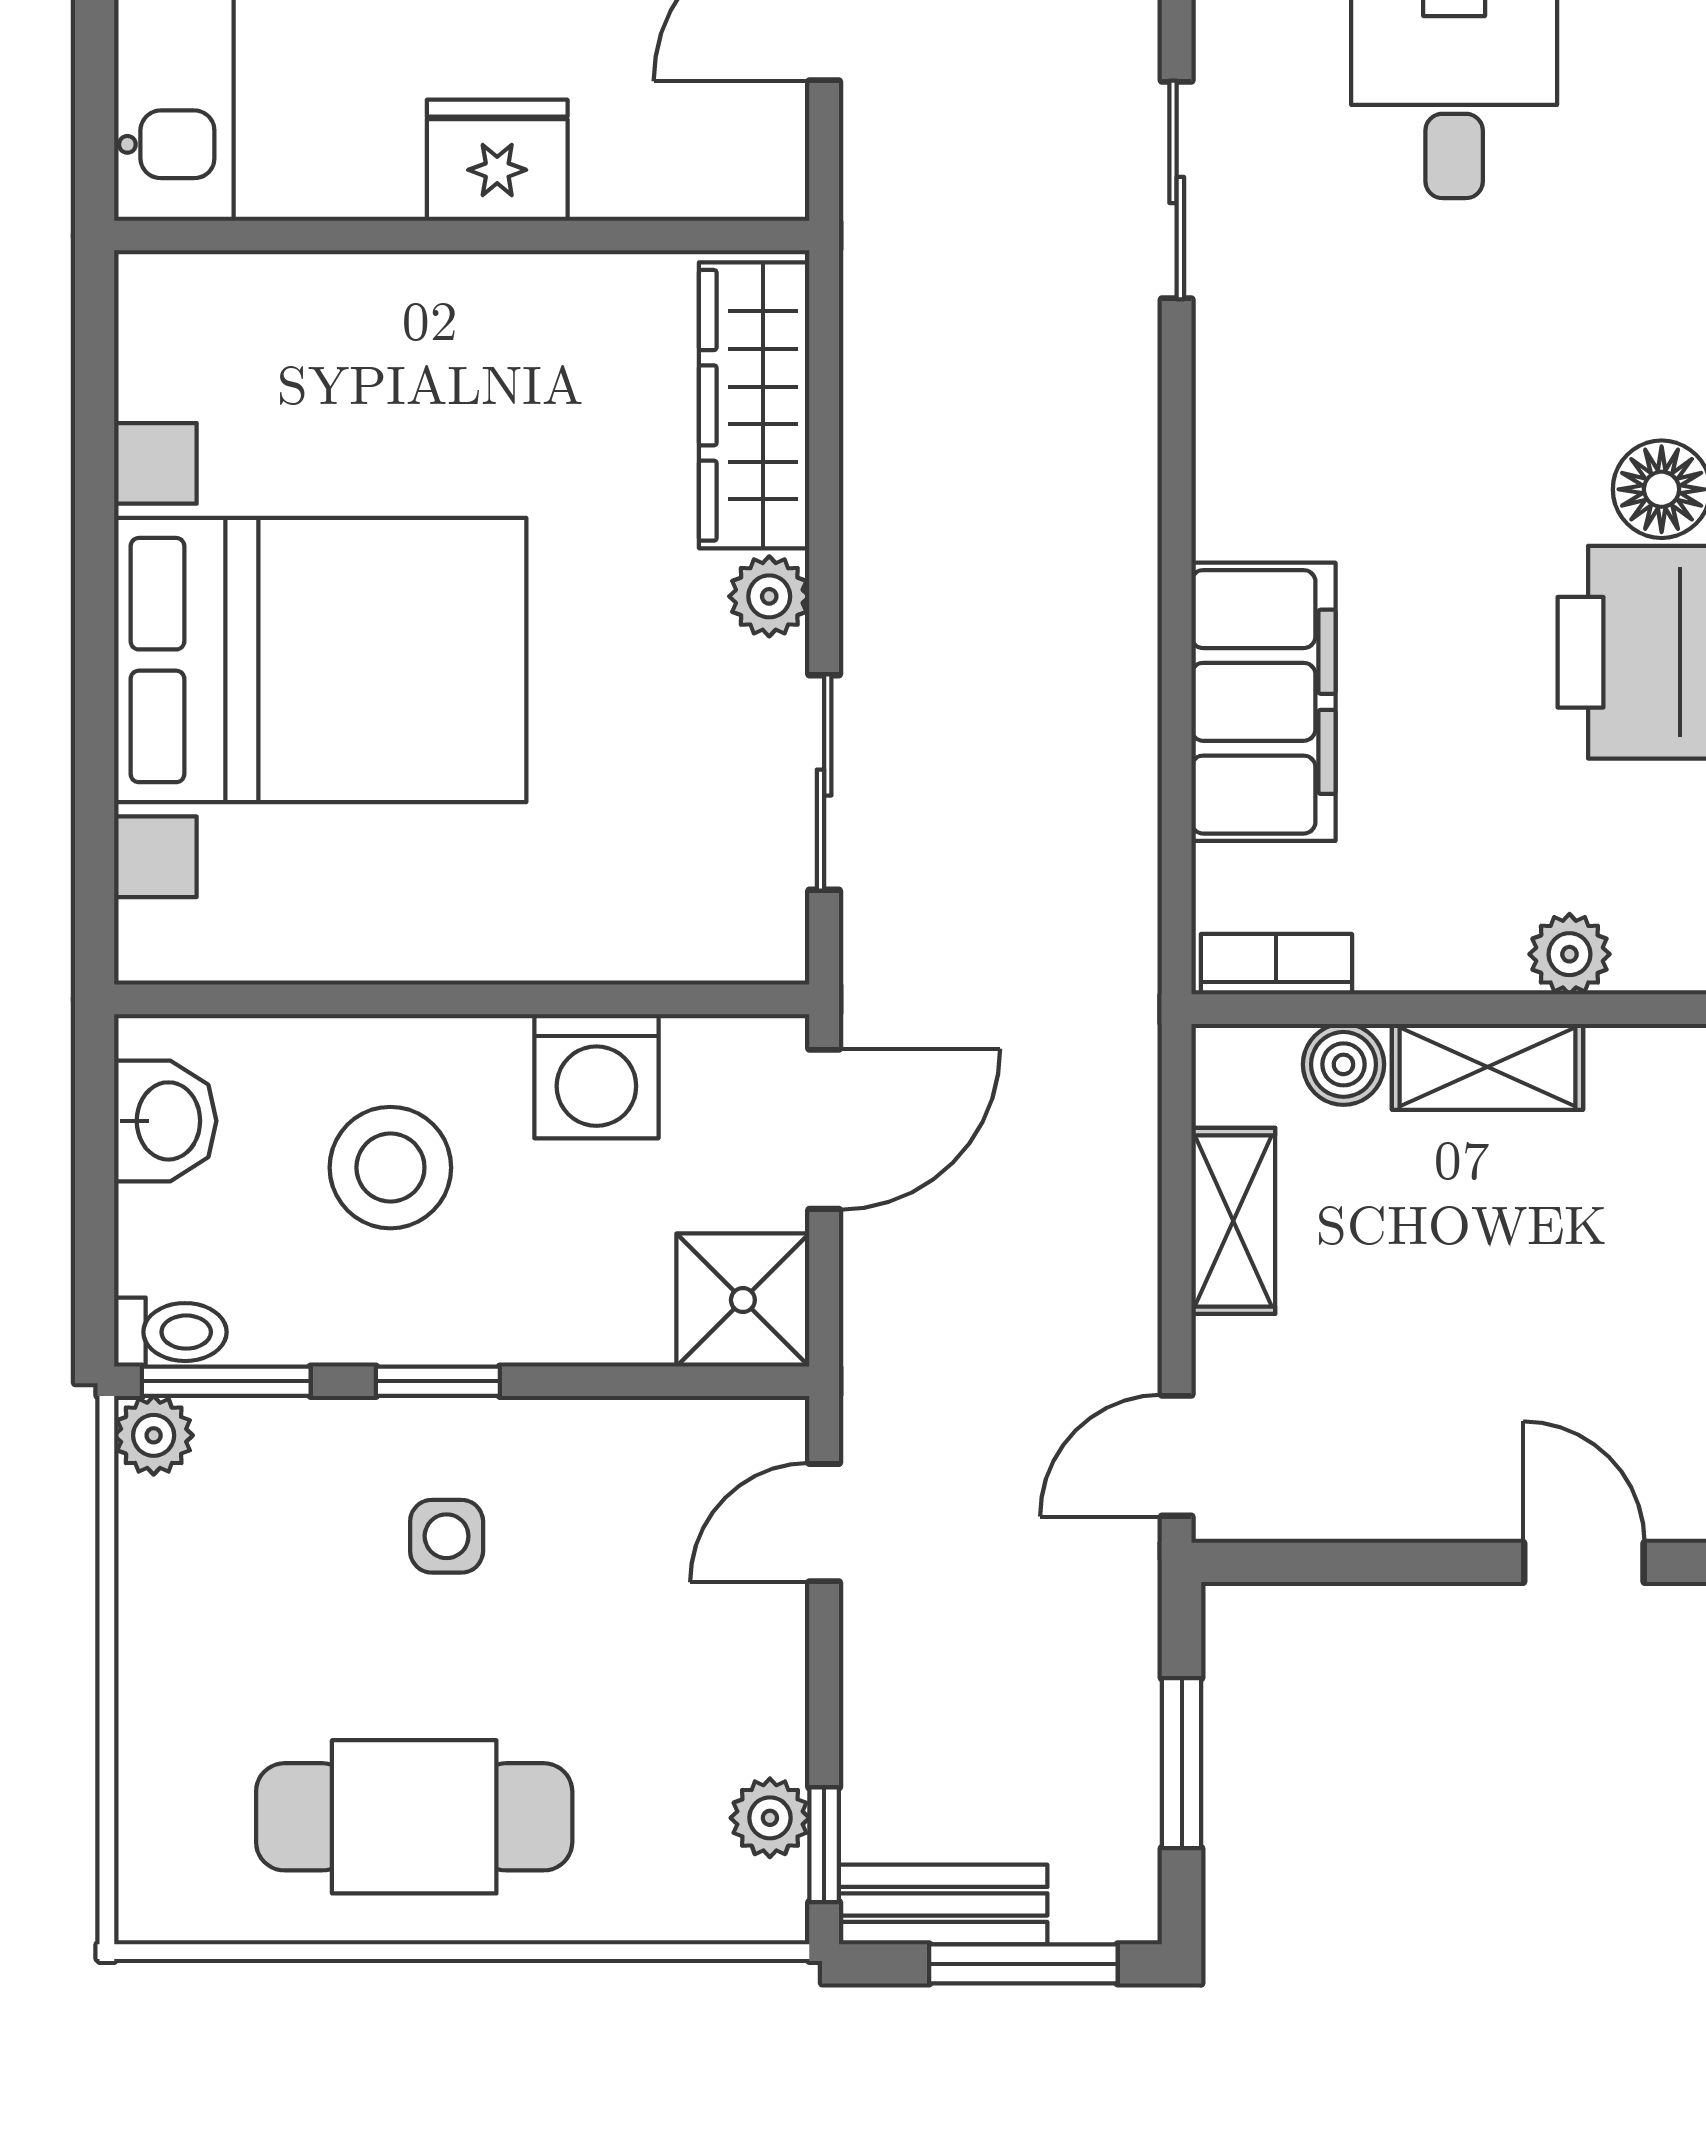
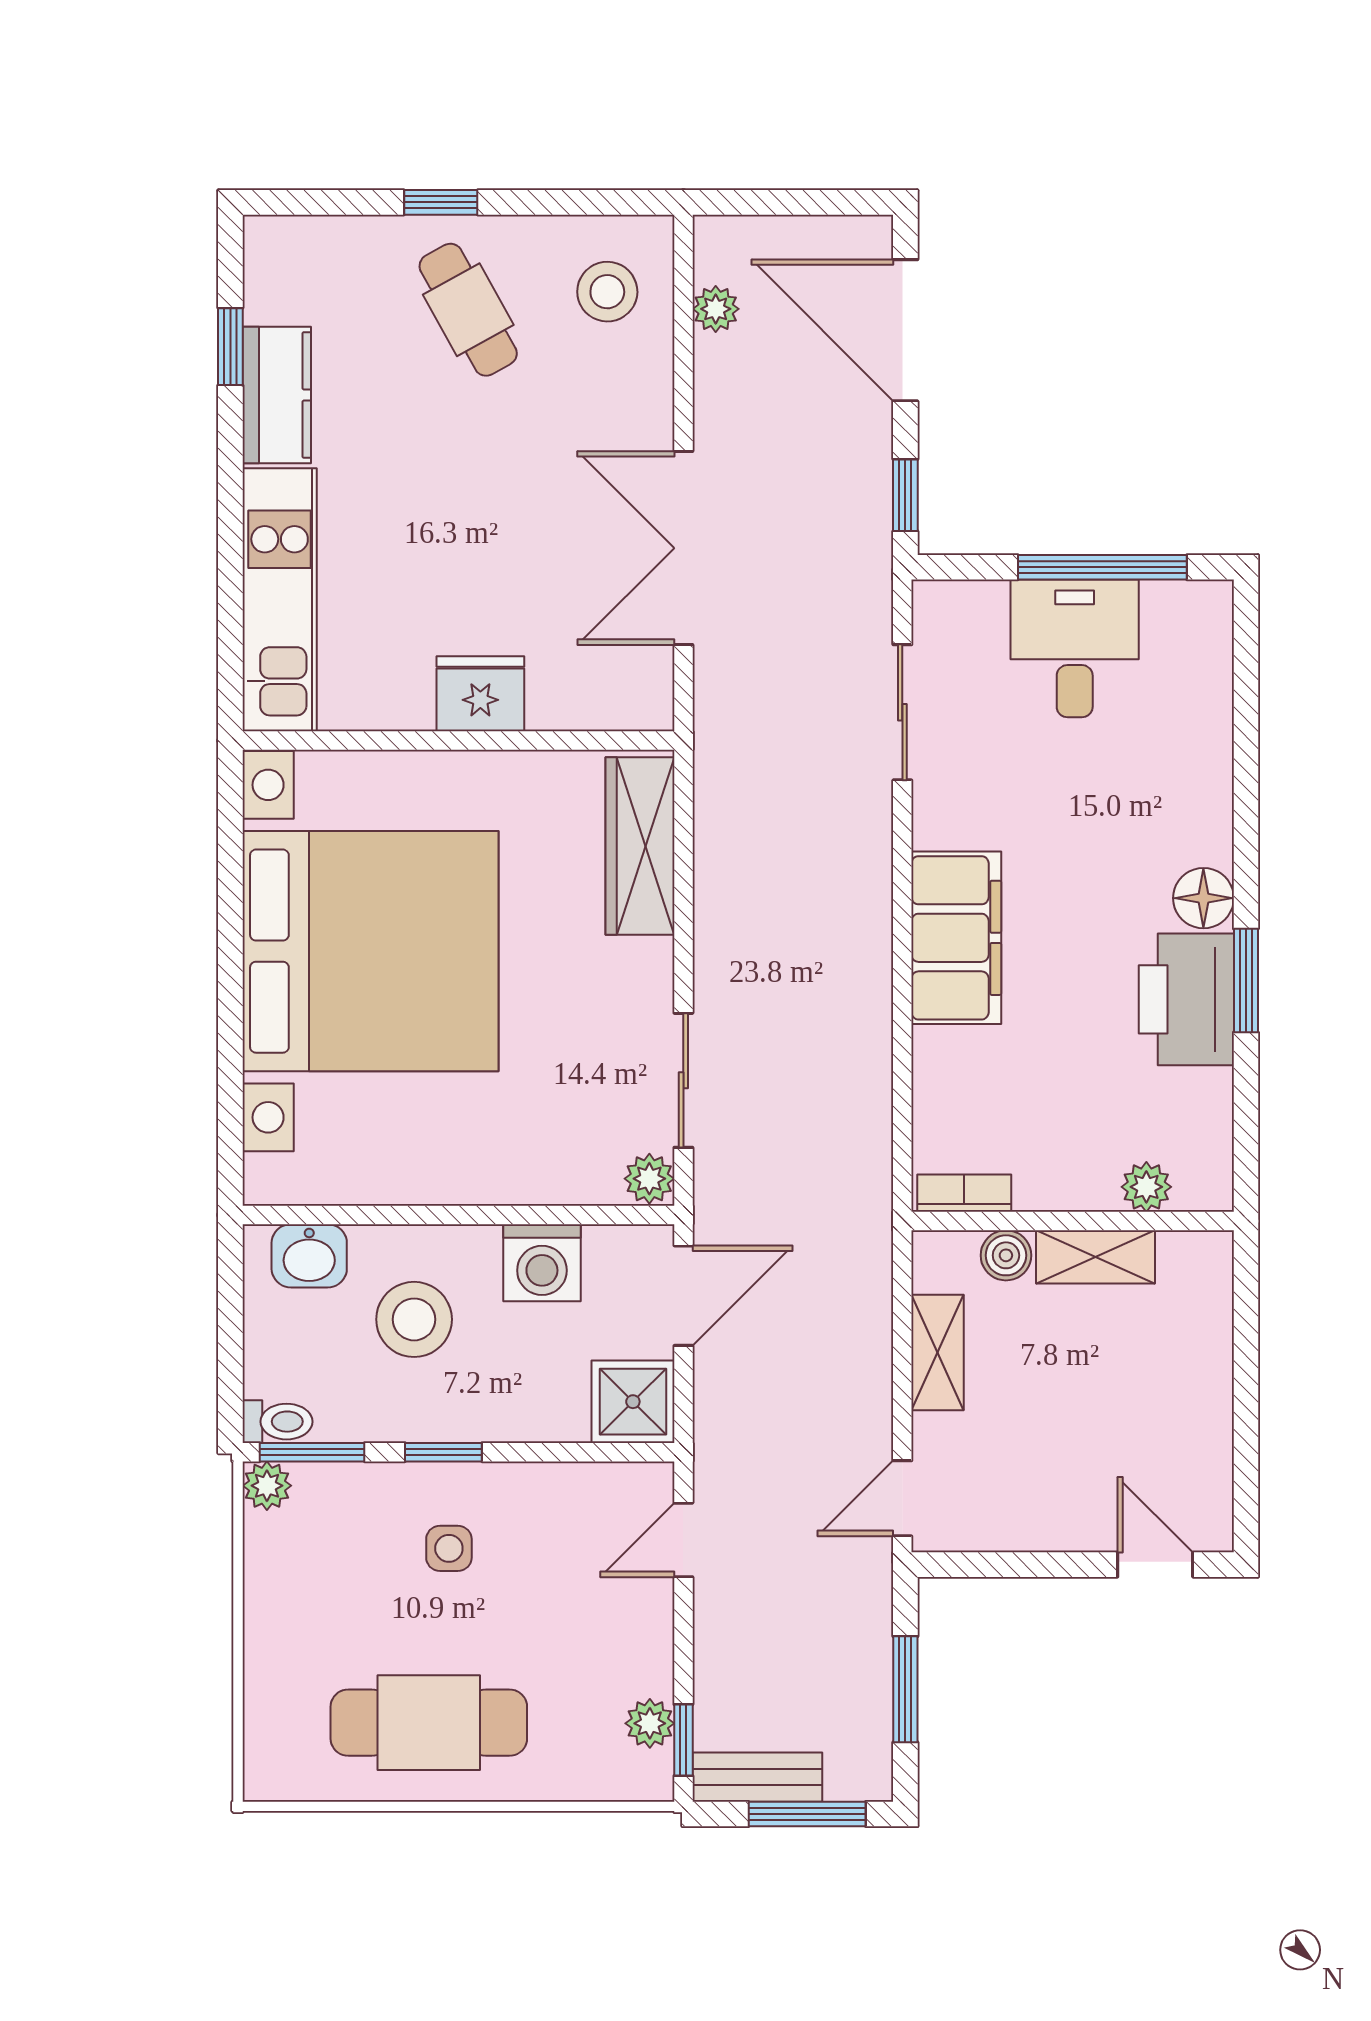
plant: (769, 596) -> (649, 1179), moved
bed with nightstands: (320, 660) -> (370, 951), width x1.36
filing cabinet: (1263, 702) -> (956, 938), moved
washbasin: (165, 1121) -> (309, 1256), moved, turned 90

